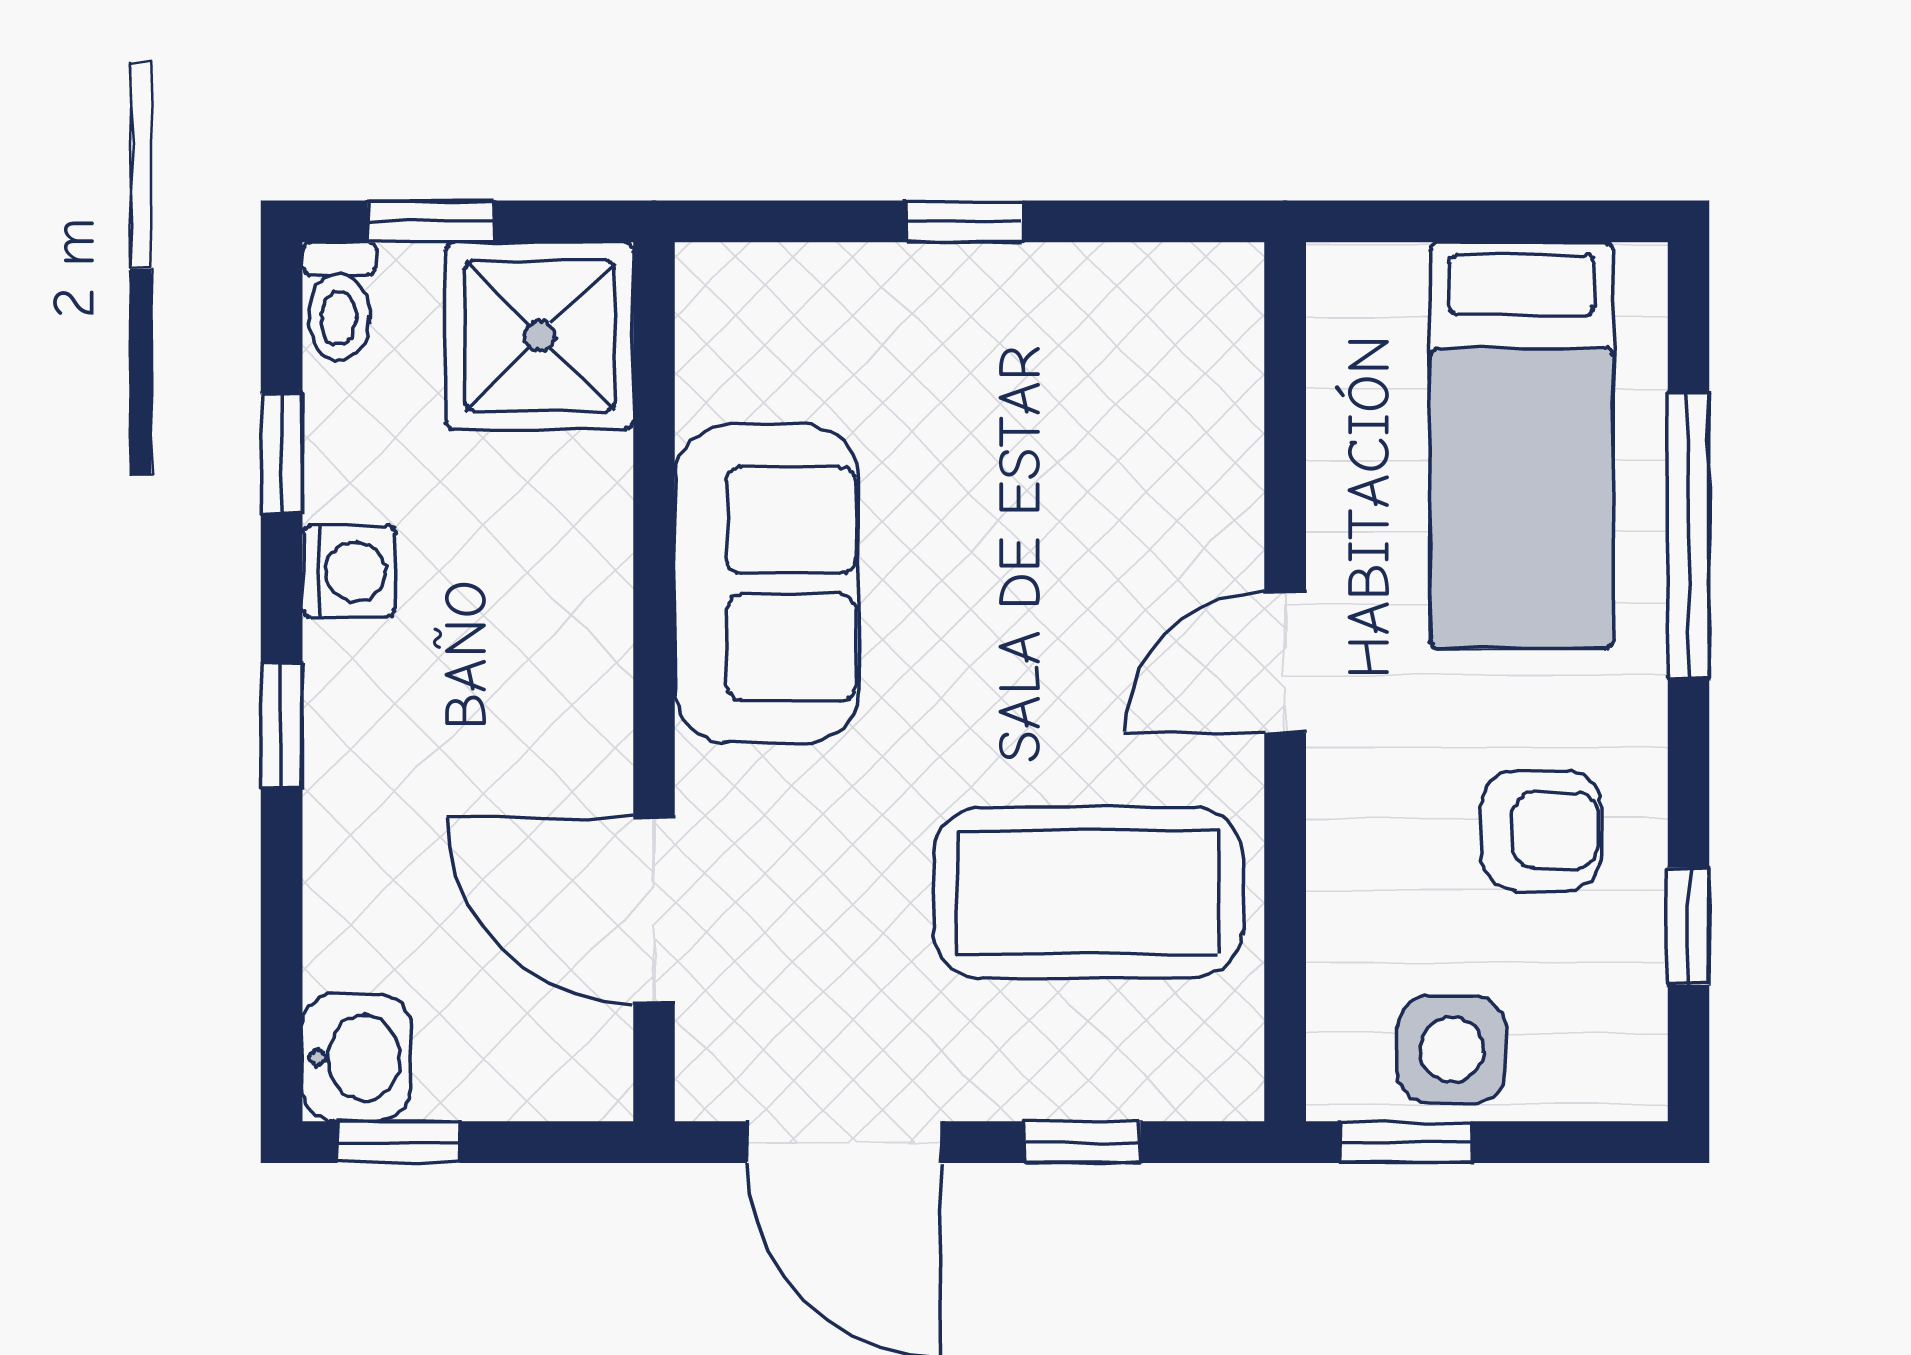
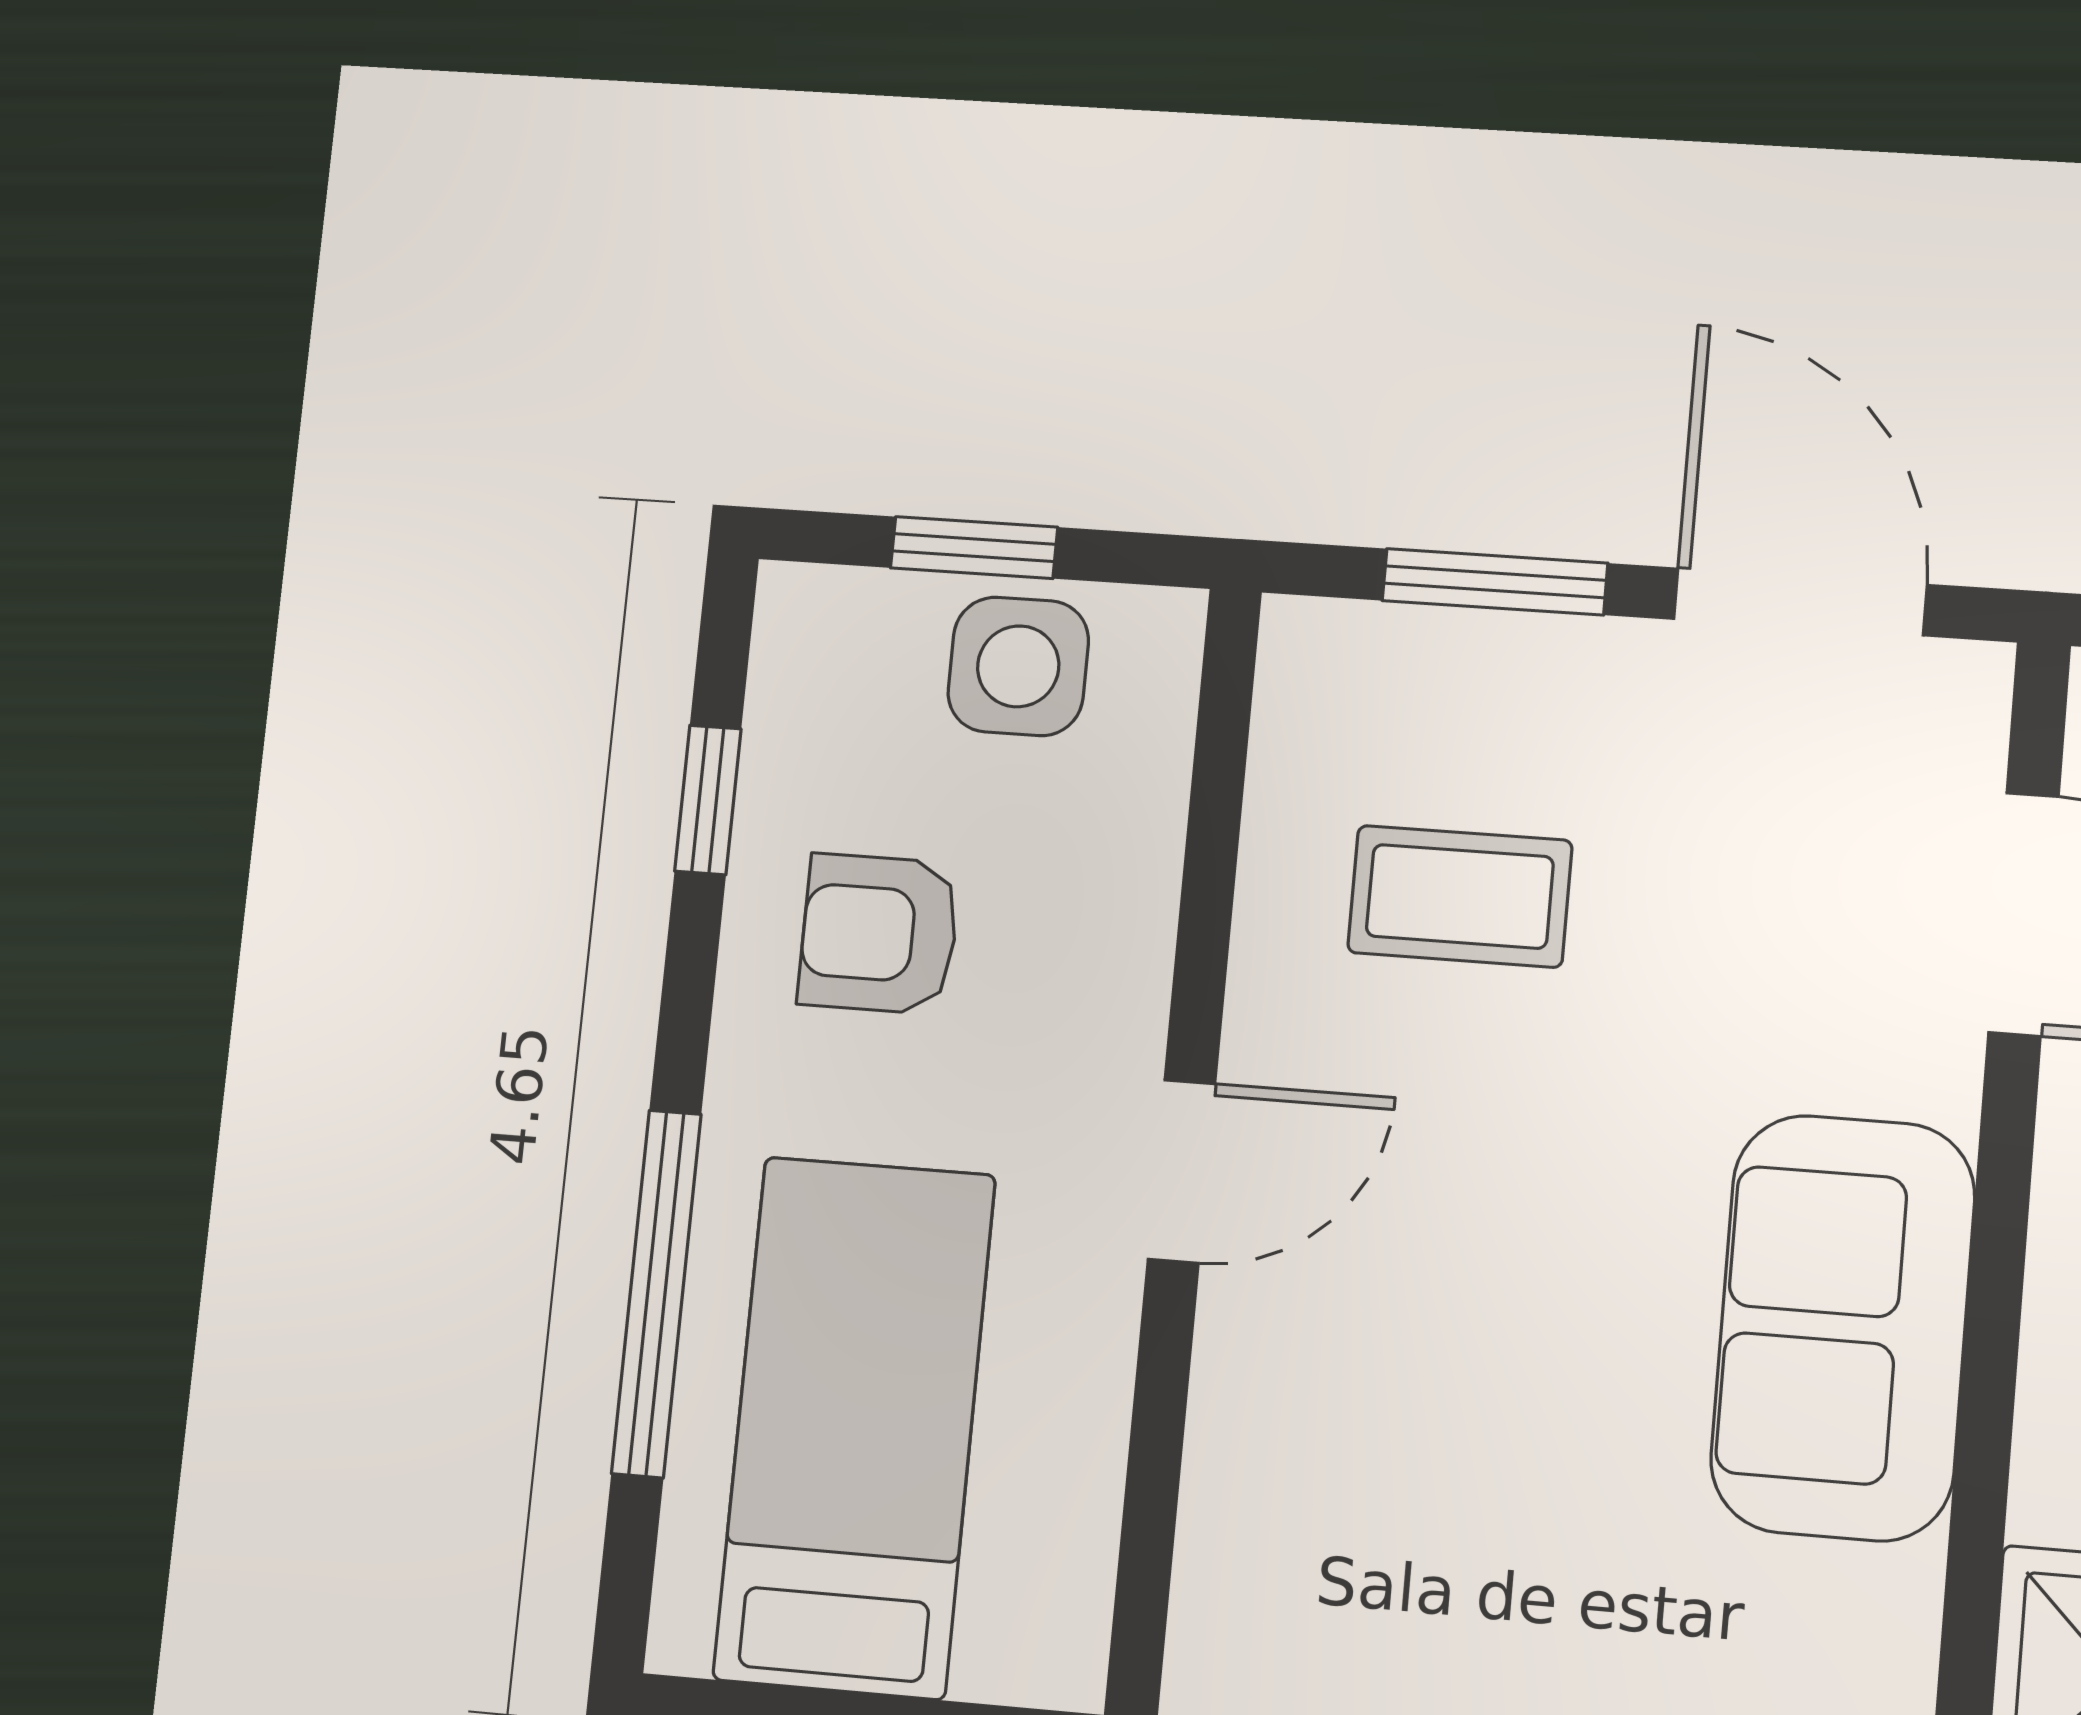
coffee table: (1088, 893) -> (1460, 896), width x0.54, depth x0.58
window: (1082, 1142) -> (1495, 582), width x1.50
window: (1406, 1142) -> (974, 548), moved

